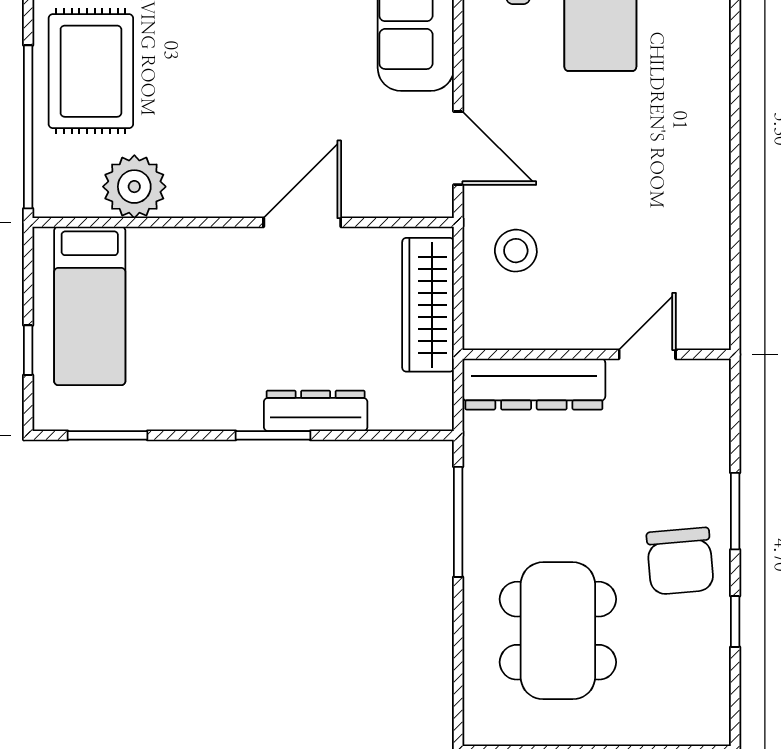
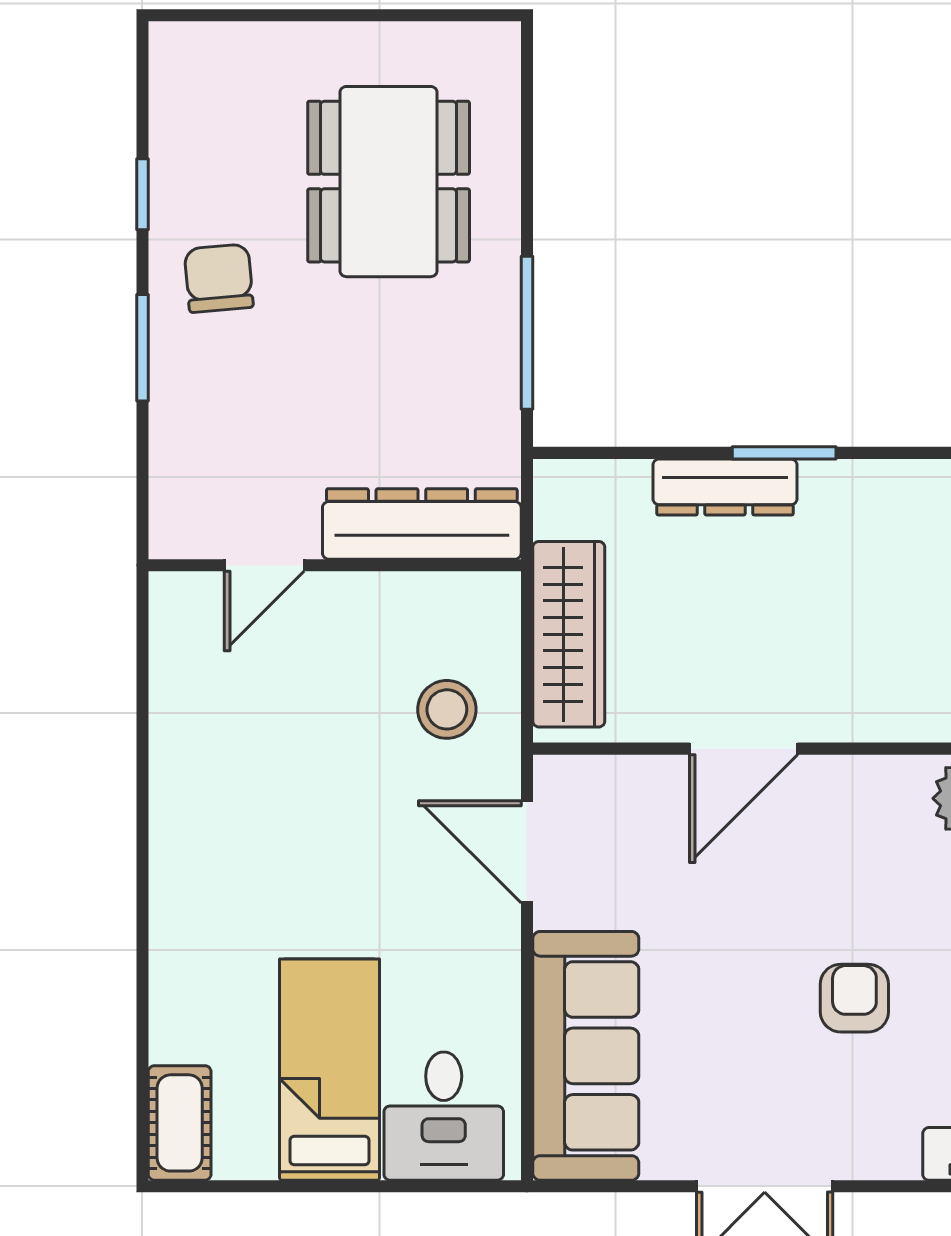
armchair: (222, 43) -> (854, 998), added
chair: (680, 561) -> (219, 278), width x0.73, depth x0.73

